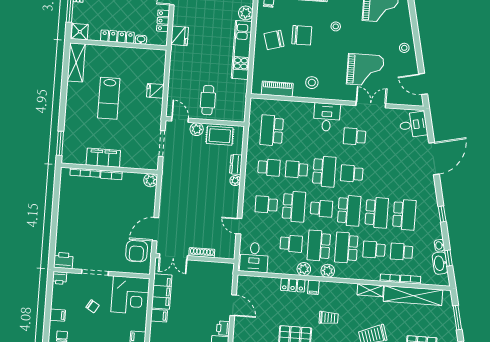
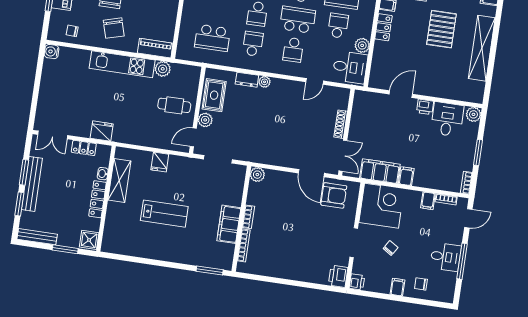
plant: (246, 13) -> (163, 69), moved
shelving: (76, 62) -> (119, 180), moved, turned 90
piano: (277, 89) -> (155, 48), moved, turned 90
plant: (304, 269) -> (362, 45), moved

